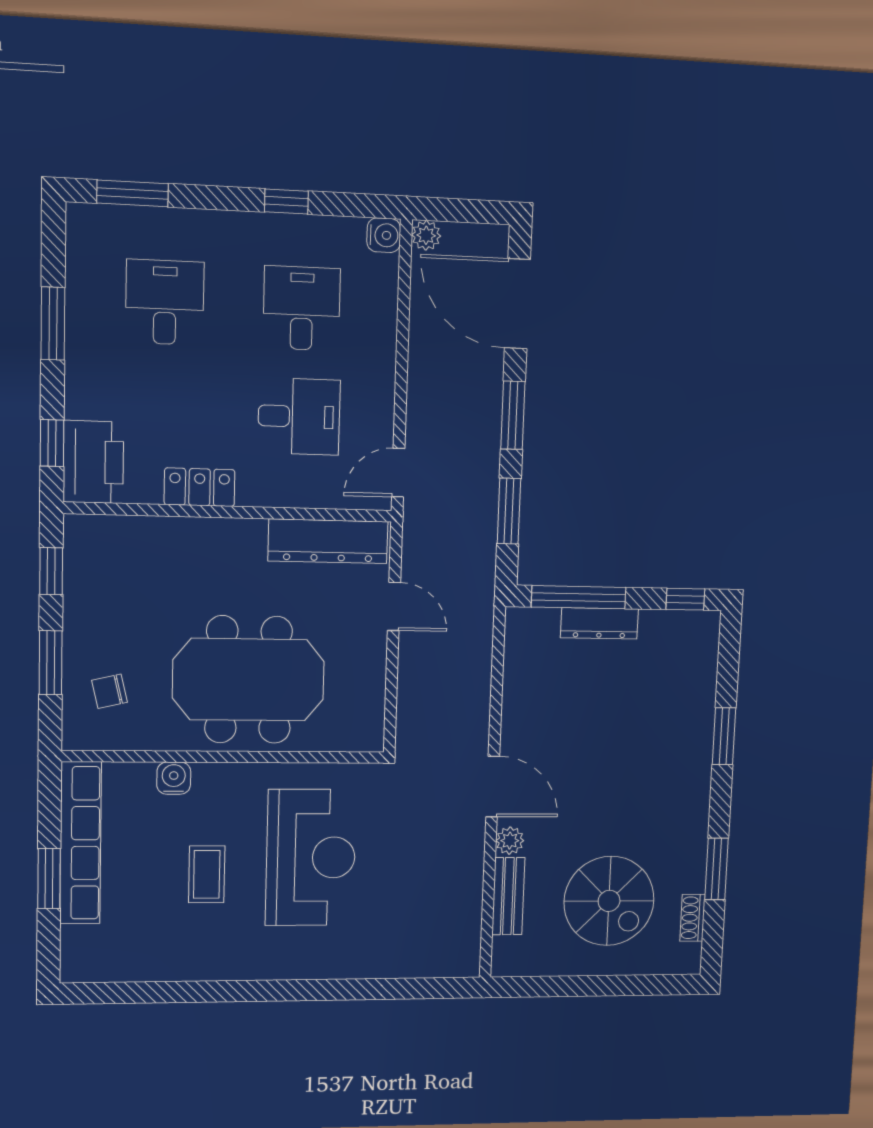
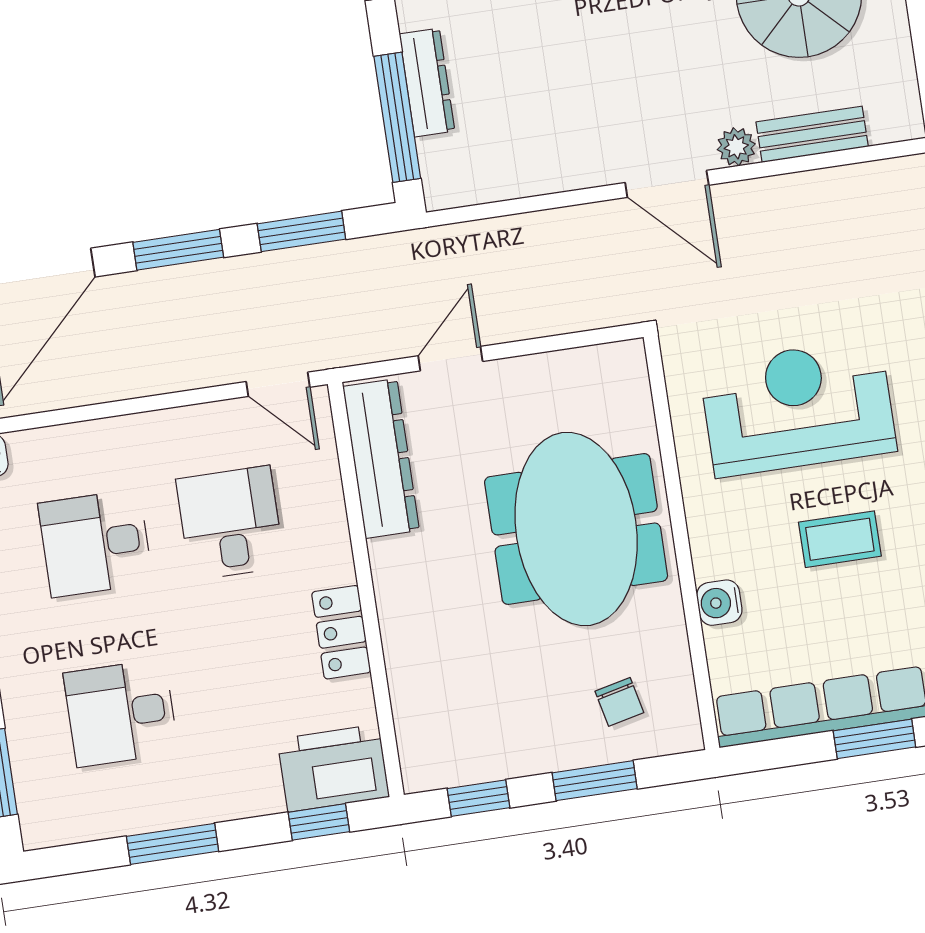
door: (493, 787) -> (667, 184), swing flipped

